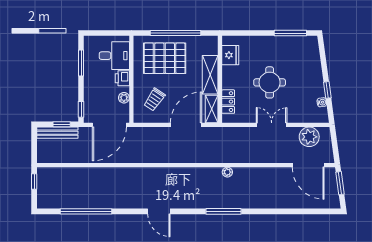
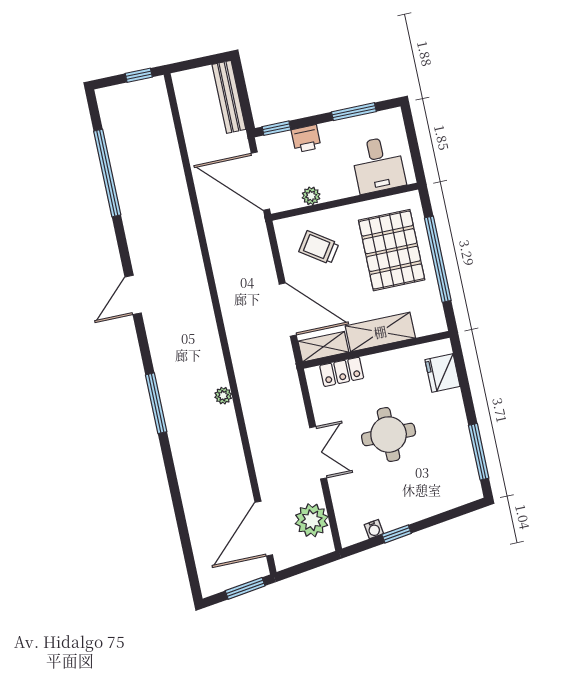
fridge: (230, 55) -> (442, 373), moved, turned 90
printer: (122, 78) -> (306, 139), moved, turned 180
window: (62, 124) -> (244, 101), removed

